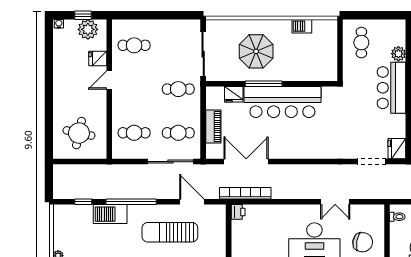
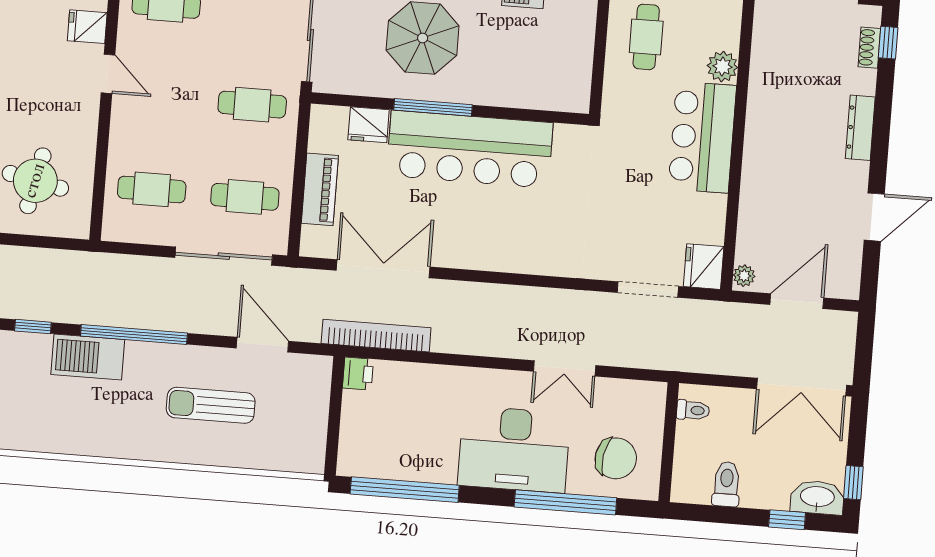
door: (109, 80) -> (108, 74), swing flipped
sun lounger: (170, 232) -> (211, 405), width x0.73, depth x0.75

